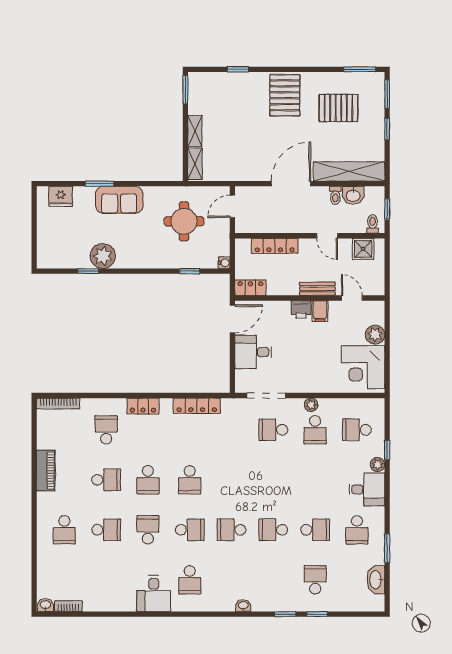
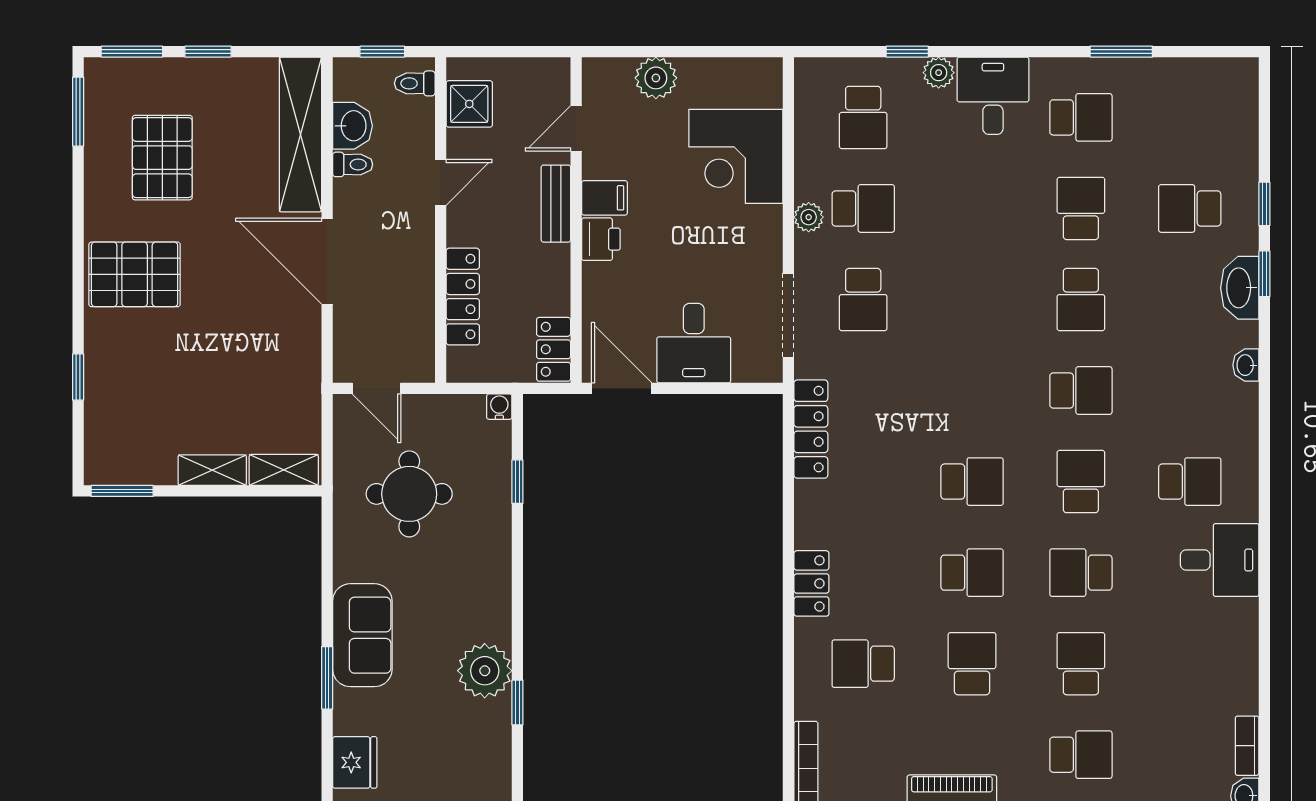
corner desk: (363, 367) -> (736, 156), moved, turned 90
locker: (197, 406) -> (811, 429), moved
school desk: (232, 530) -> (1081, 391), turned -90
washbasin: (376, 580) -> (1240, 288), moved, turned 90

